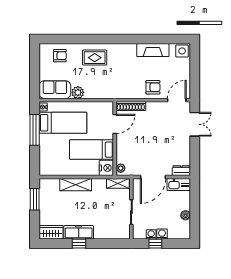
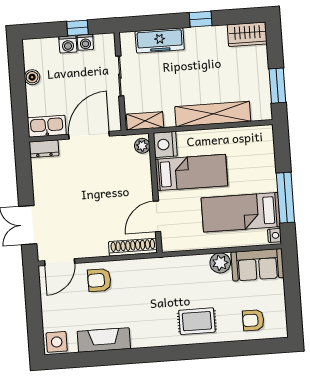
shelving: (76, 185) -> (213, 114), width x1.47
freezer: (79, 232) -> (160, 40), moved

